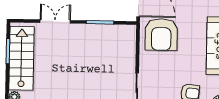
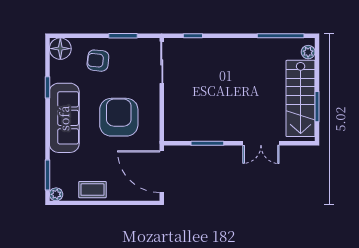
armchair: (161, 35) -> (119, 117), moved

